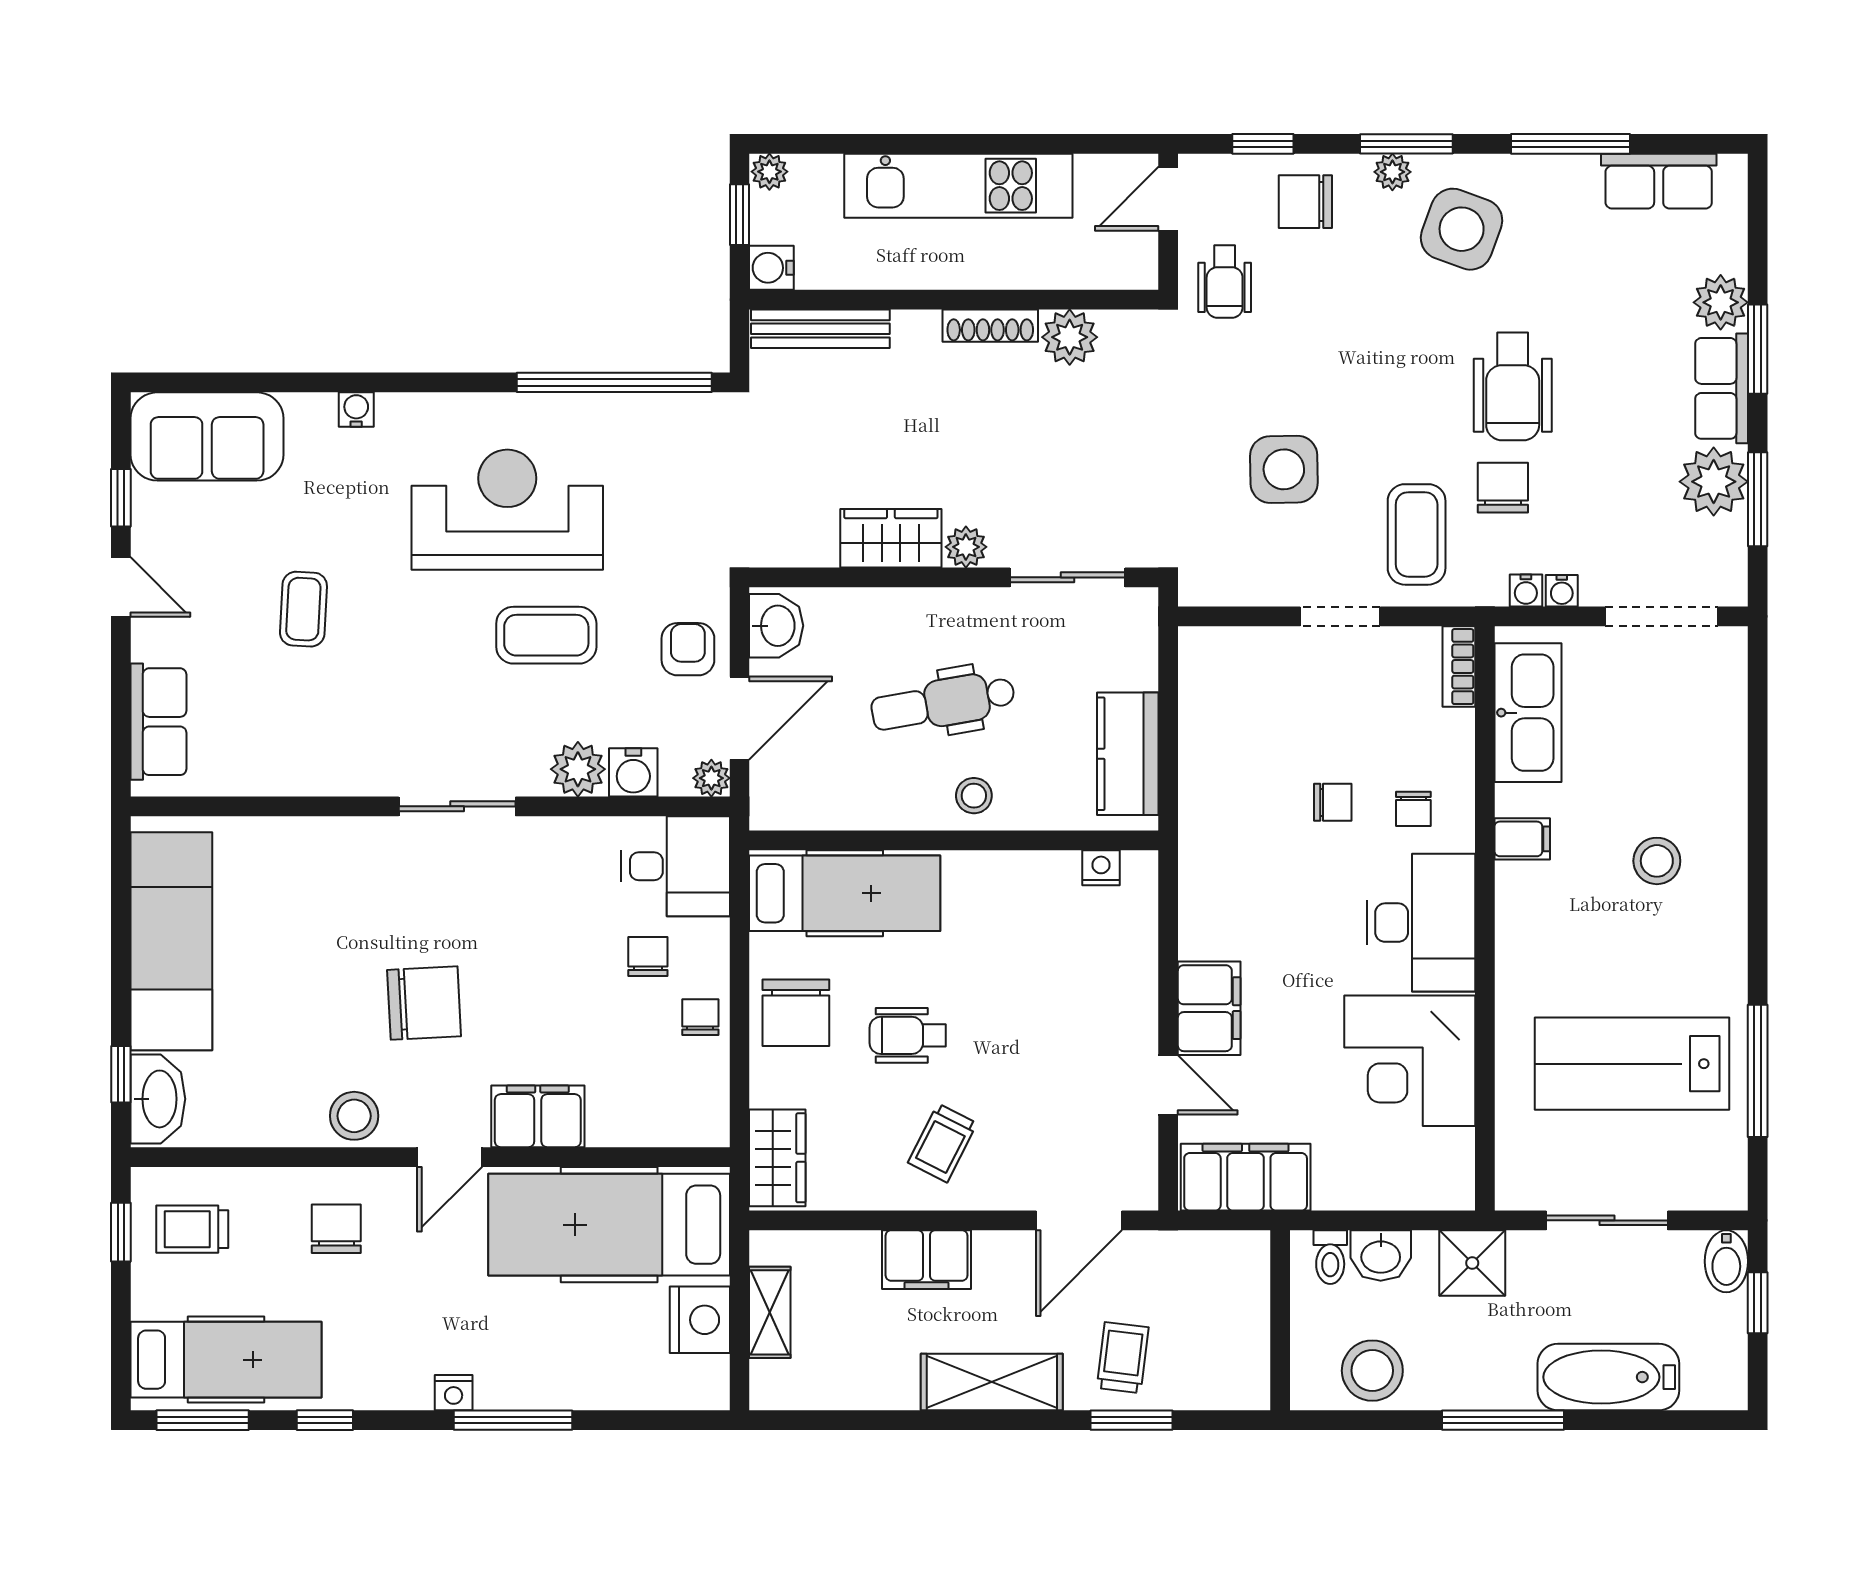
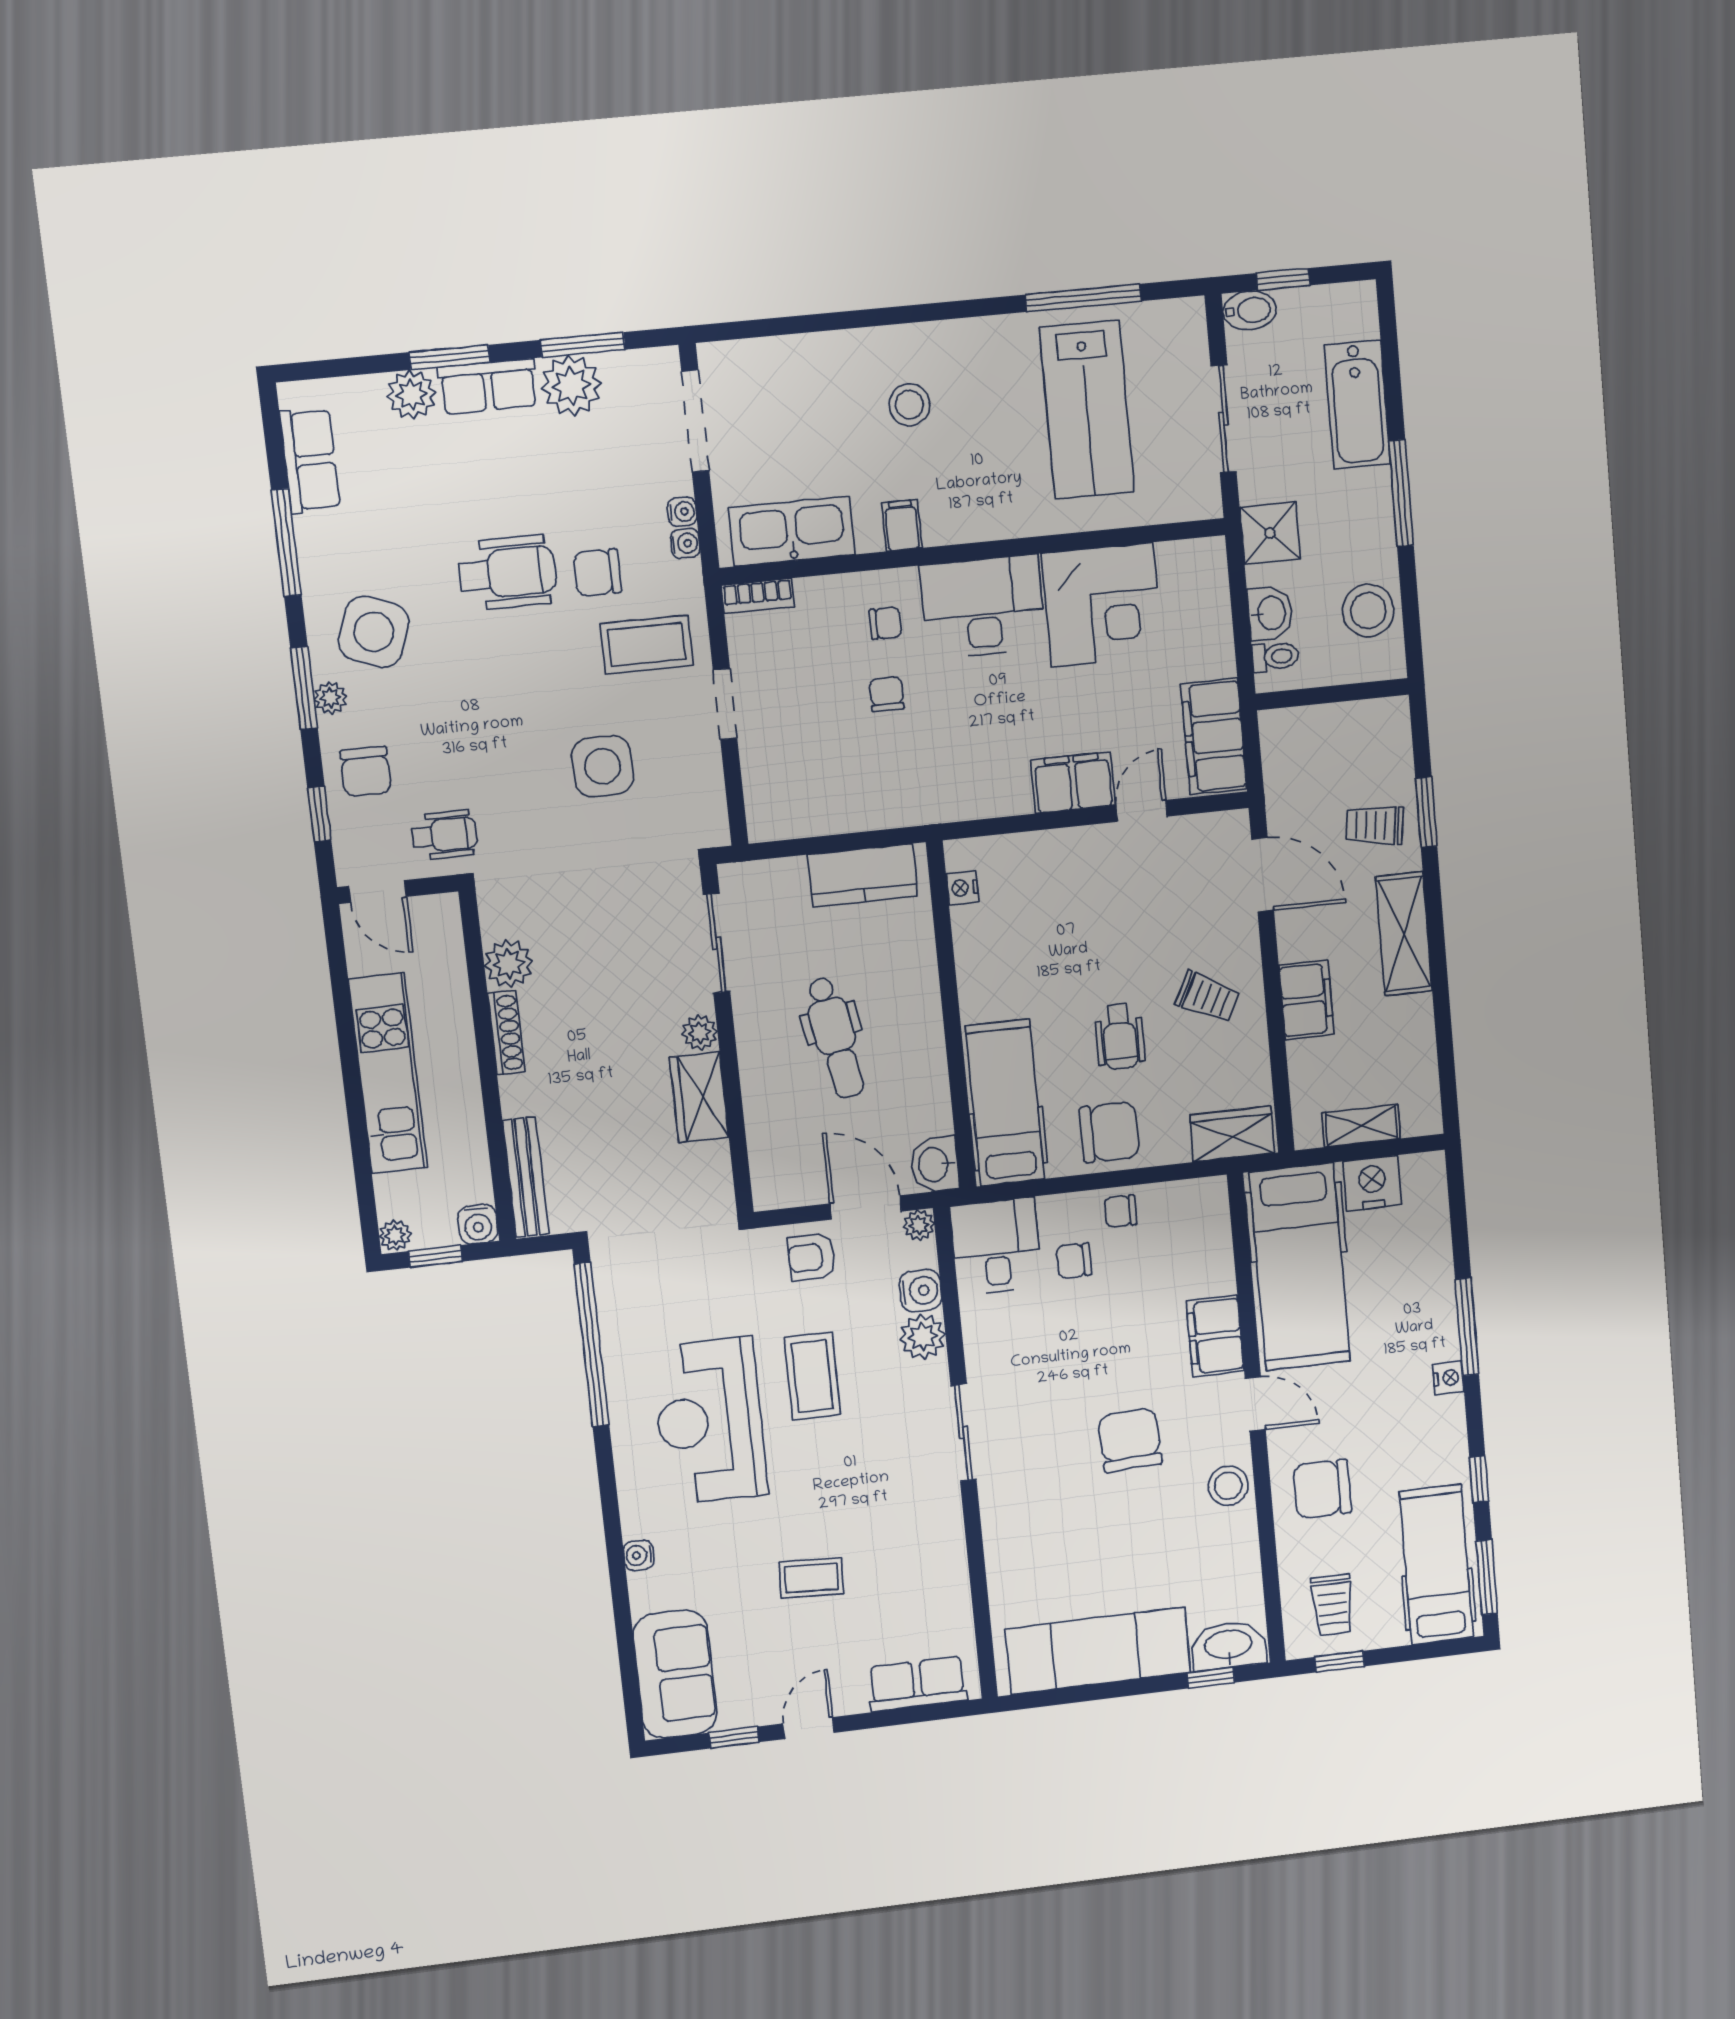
washbasin: (776, 626) -> (935, 1164), moved, turned -90
stool: (974, 796) -> (912, 1003), removed
chair: (336, 1229) -> (1322, 1489), width x1.37, depth x1.37

